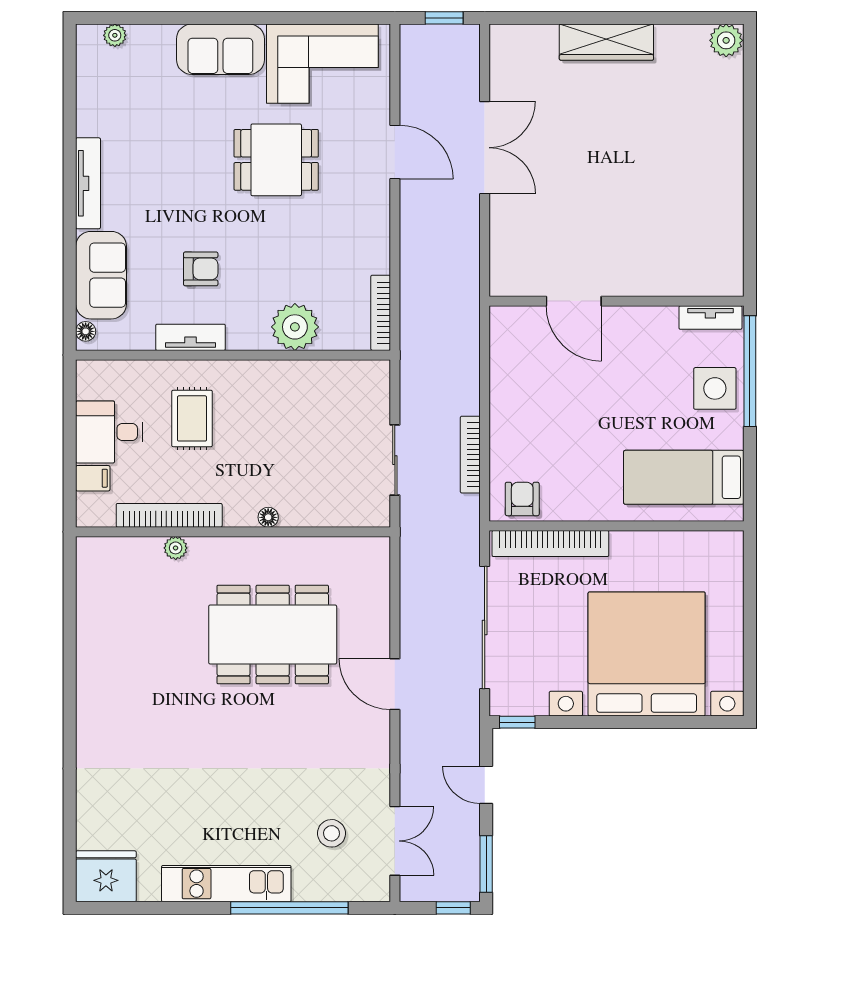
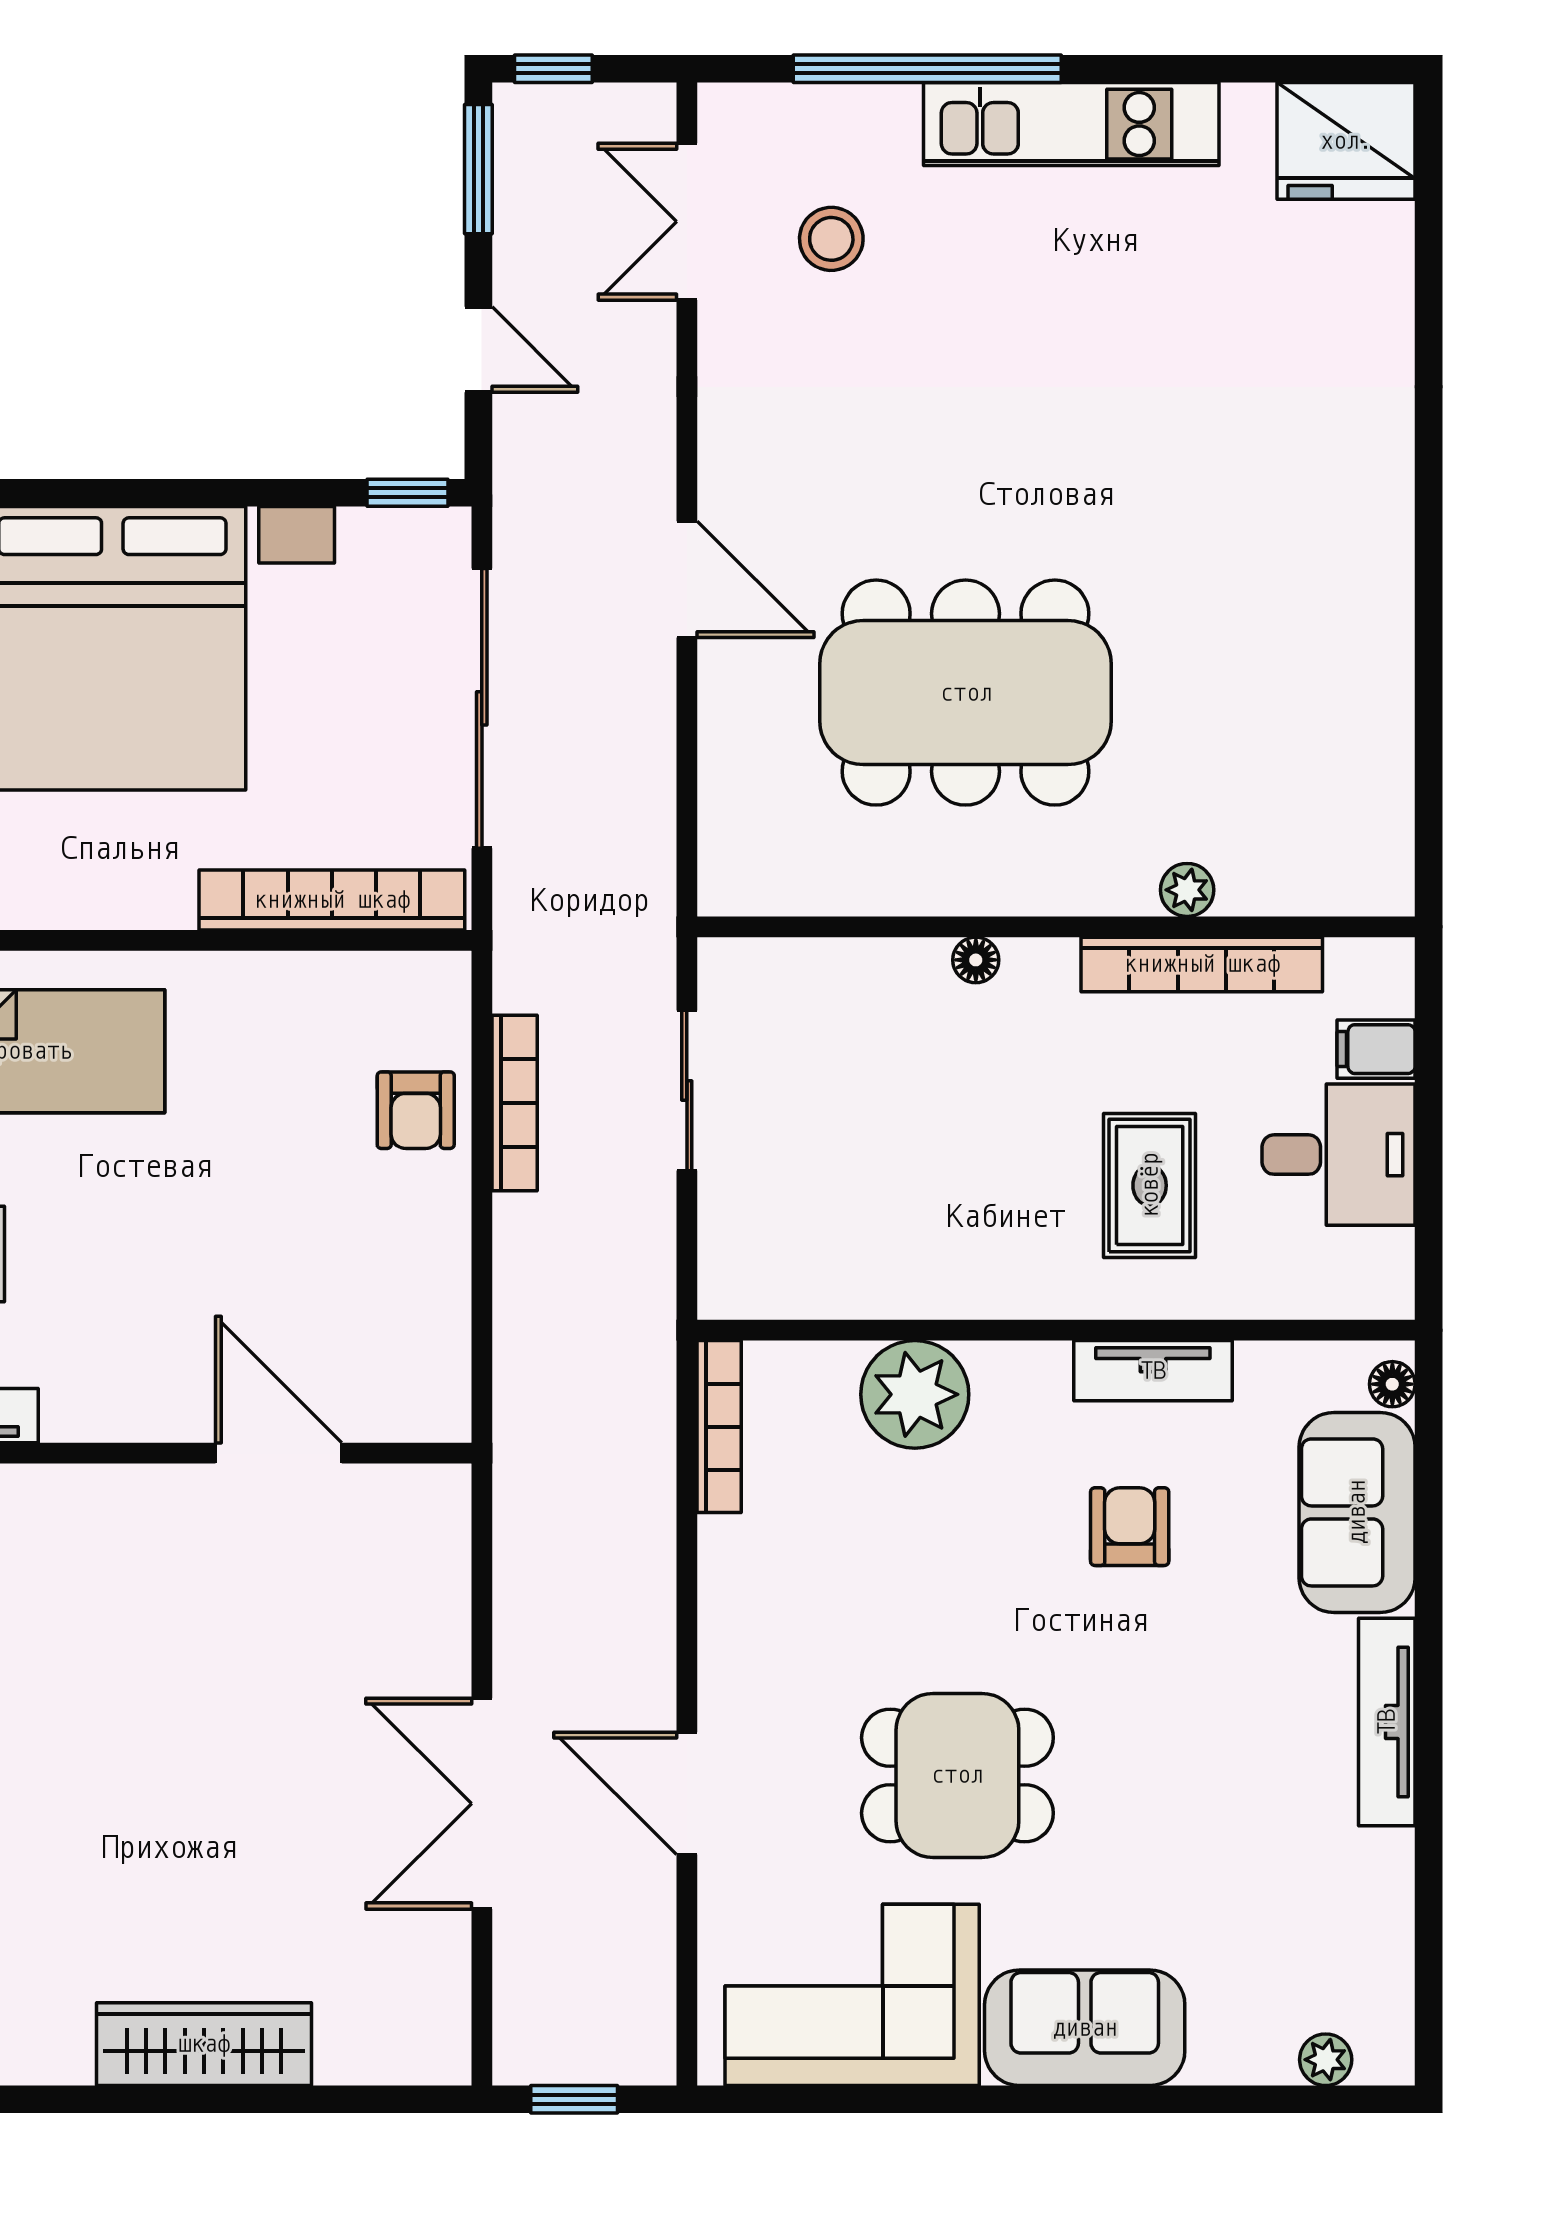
armchair: (201, 269) -> (1130, 1527), turned 90
armchair: (522, 499) -> (416, 1110), moved

